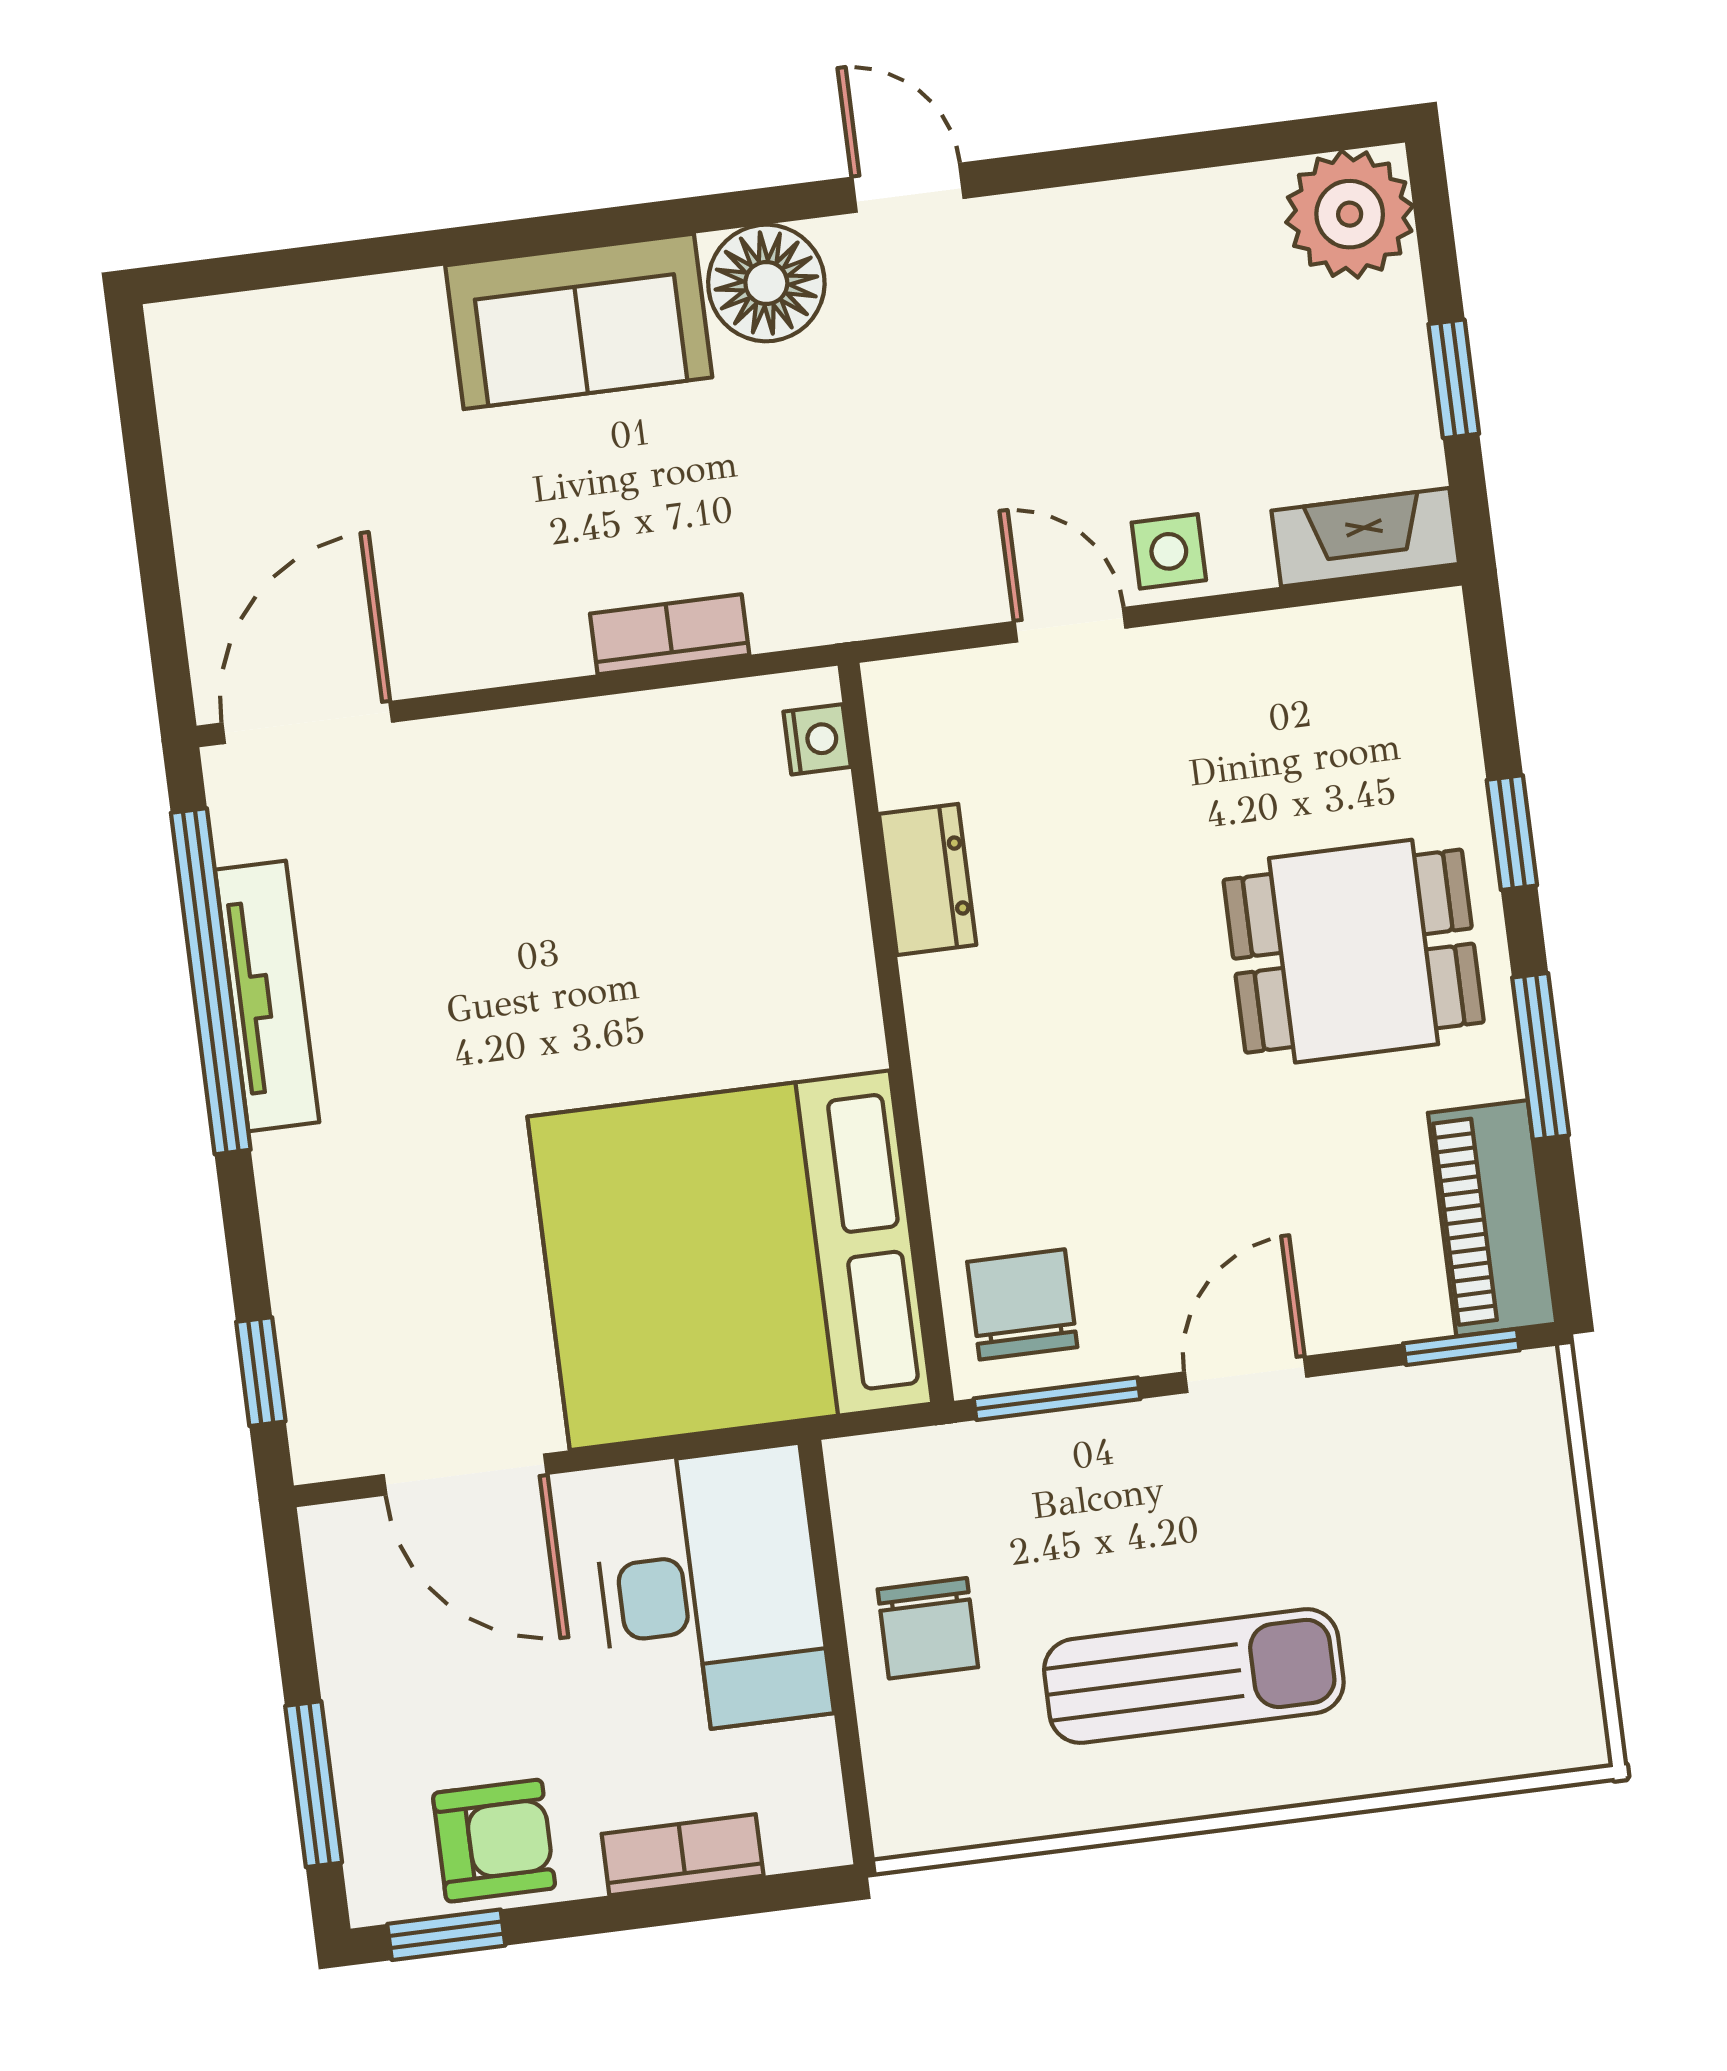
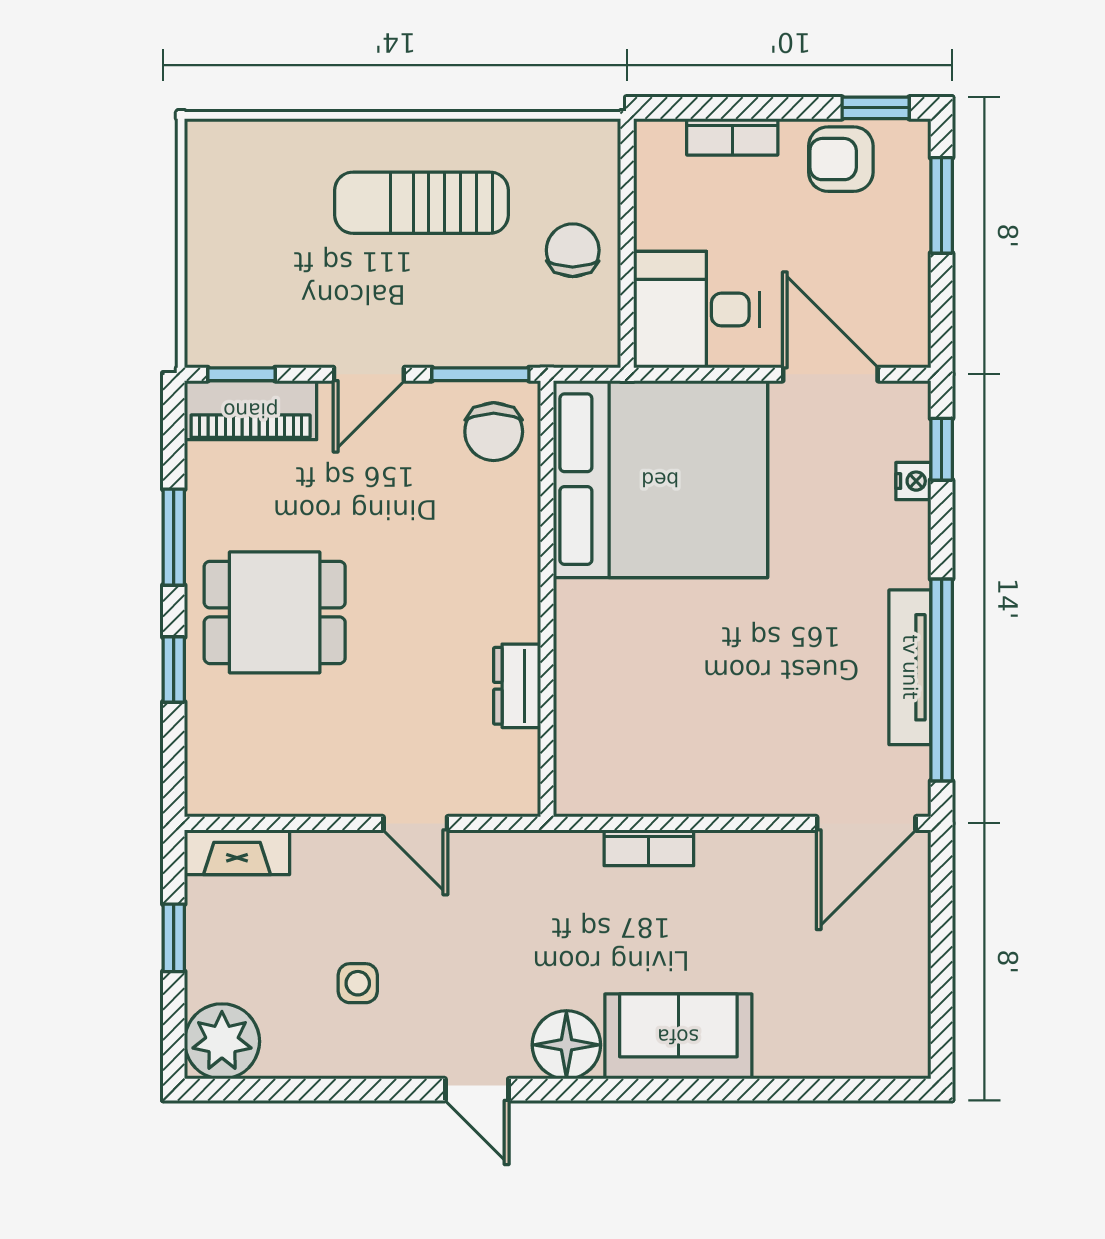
side table: (1169, 551) -> (358, 983), moved
nightstand: (817, 739) -> (913, 481), moved, turned 180
piano: (1492, 1218) -> (251, 410), moved, turned 90
desk: (711, 1592) -> (696, 310), width x0.73

